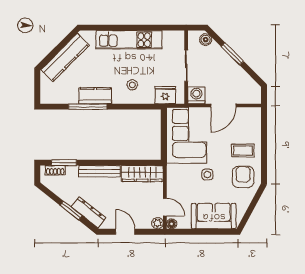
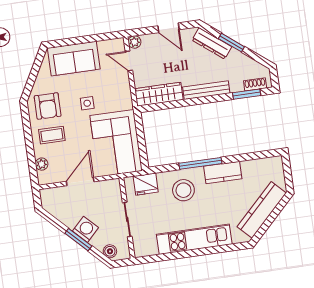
stool: (132, 85) -> (183, 190), width x1.89, depth x1.89
washing machine: (196, 95) -> (86, 229), moved, turned -135
window: (88, 107) -> (200, 163), moved
plant: (256, 126) -> (42, 164), added
floor lamp: (172, 224) -> (119, 44), removed

